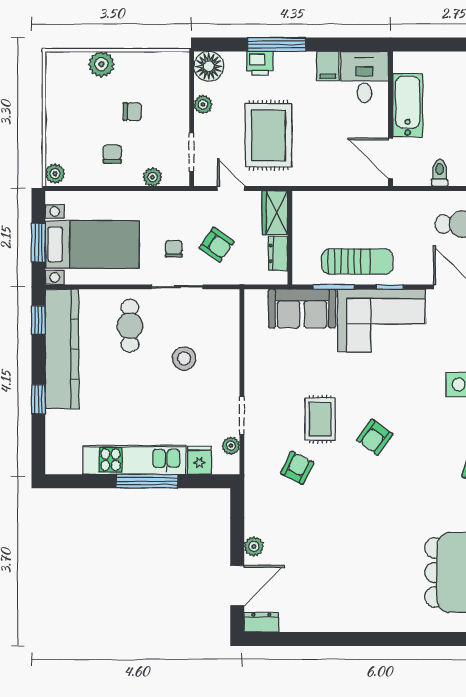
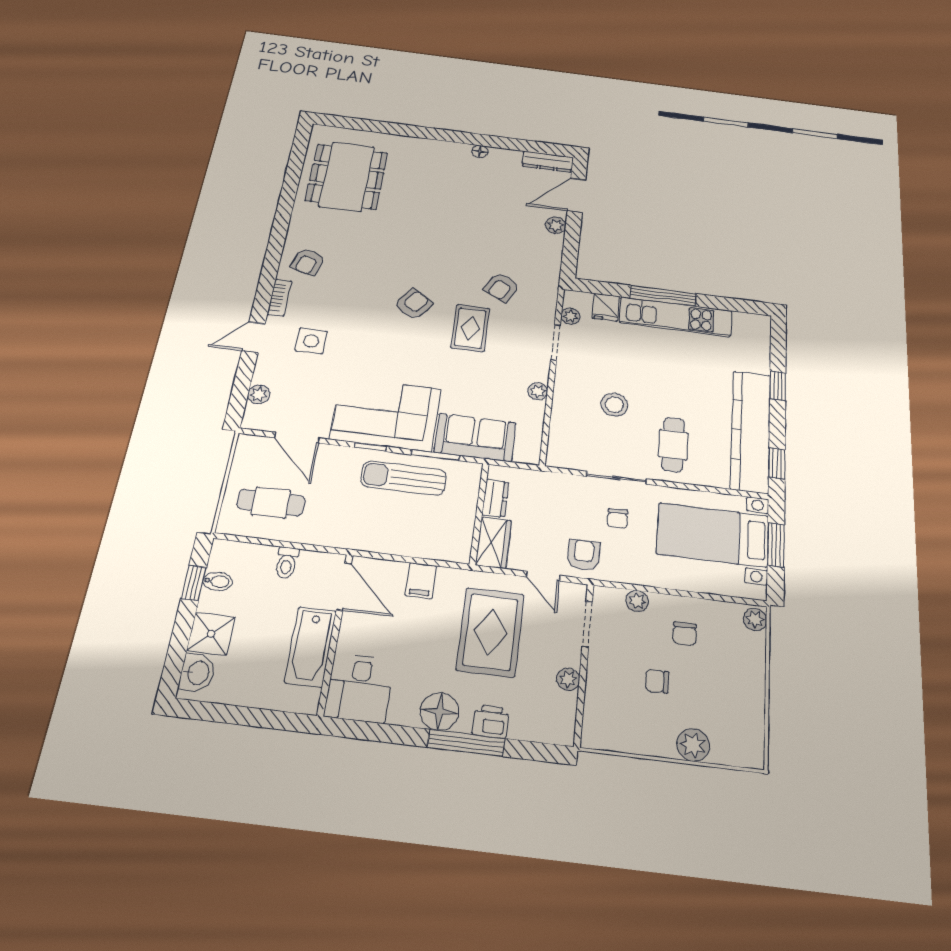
floor lamp: (209, 66) -> (439, 711), moved
filing cabinet: (328, 66) -> (421, 581), moved, turned 180
armchair: (217, 245) -> (584, 555), moved, turned 55
plant: (253, 362) -> (538, 391), added
dresser: (261, 622) -> (548, 162), width x1.44
floor lamp: (336, 624) -> (480, 151), added

